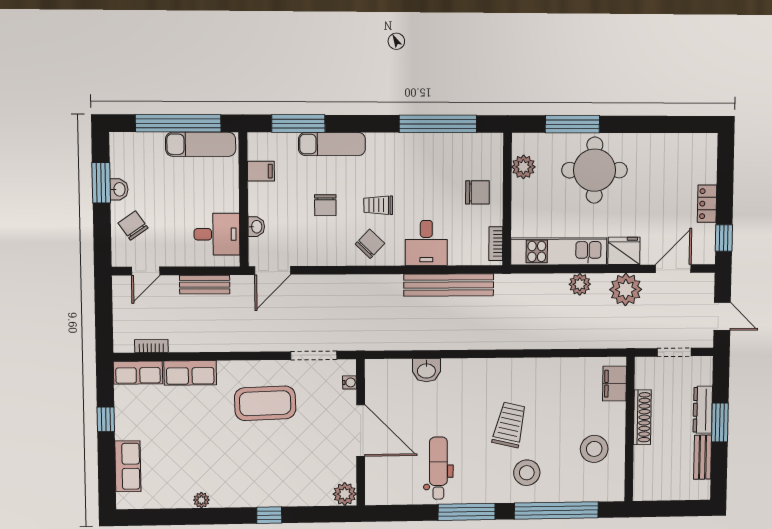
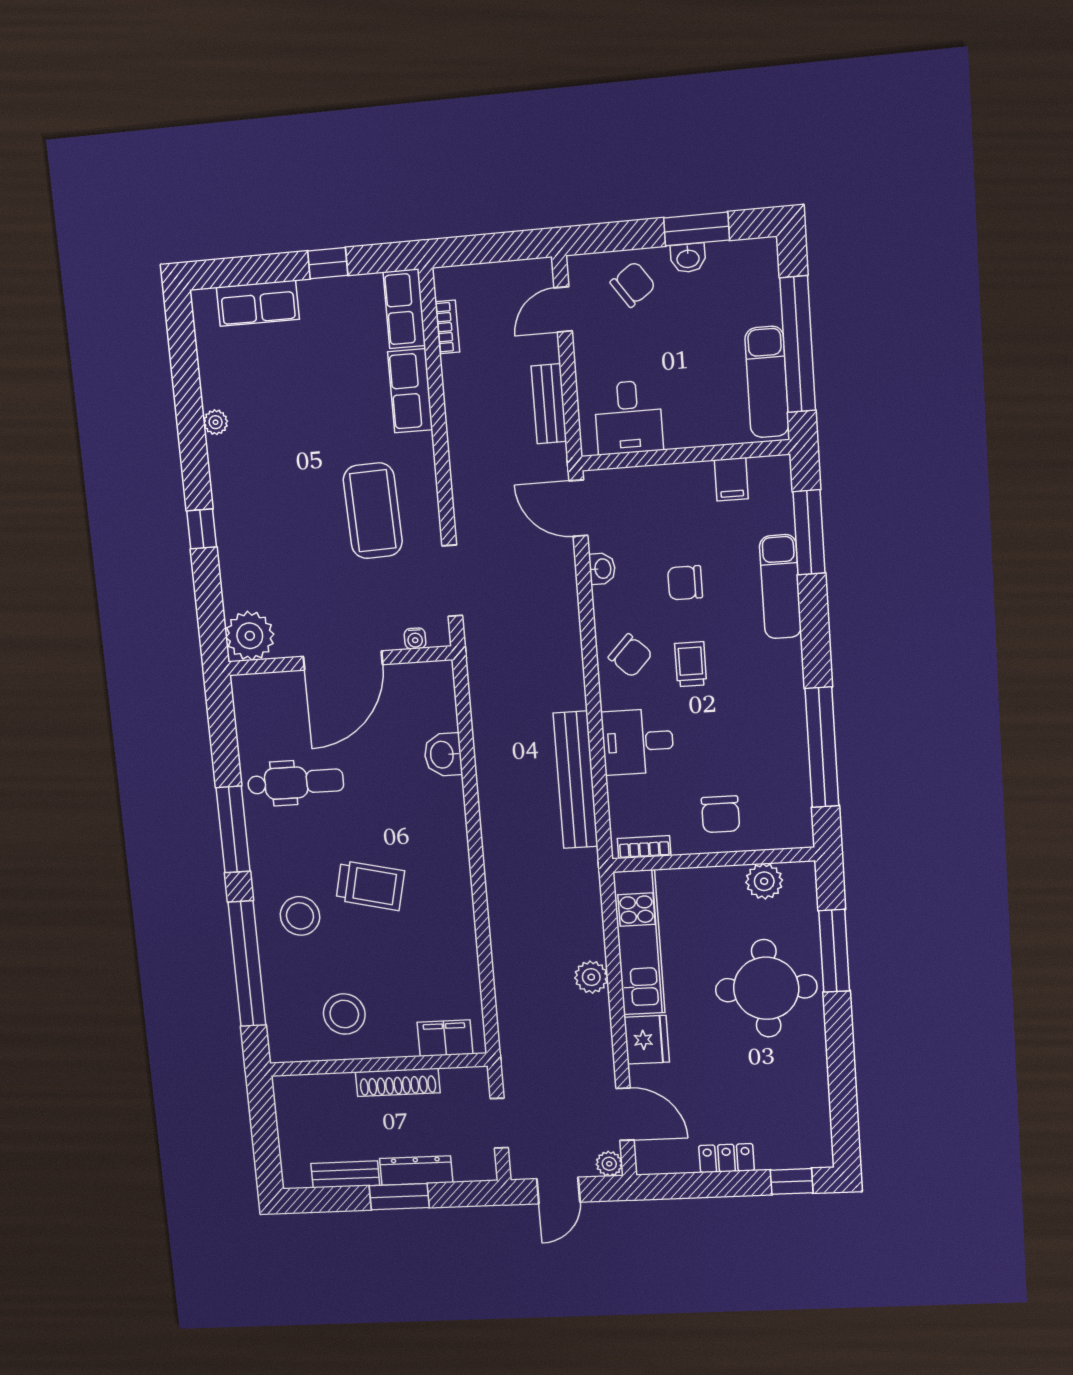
washbasin: (256, 227) -> (602, 569), moved, turned -90
window: (724, 238) -> (792, 1181), moved
door: (146, 271) -> (563, 309), hinge flipped
plant: (626, 289) -> (609, 1164), moved, width x0.53, depth x0.53
plant: (345, 494) -> (250, 636), width x1.36, depth x1.36

